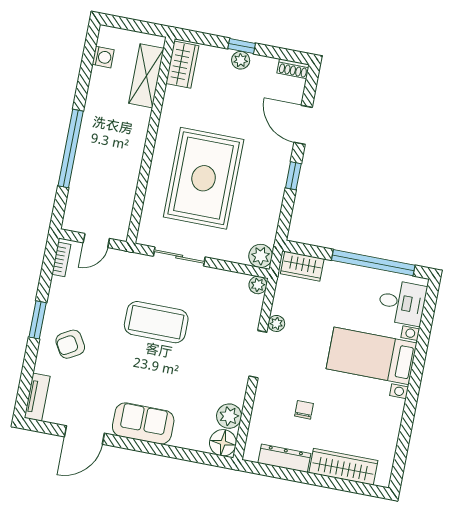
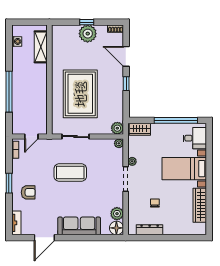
plant: (241, 60) -> (88, 34), width x1.88, depth x1.88
wardrobe: (182, 65) -> (58, 37), removed
armchair: (70, 344) -> (28, 192), turned -150
sofa: (143, 423) -> (79, 226), width x1.36
wardrobe: (343, 467) -> (200, 205), moved, turned -90

